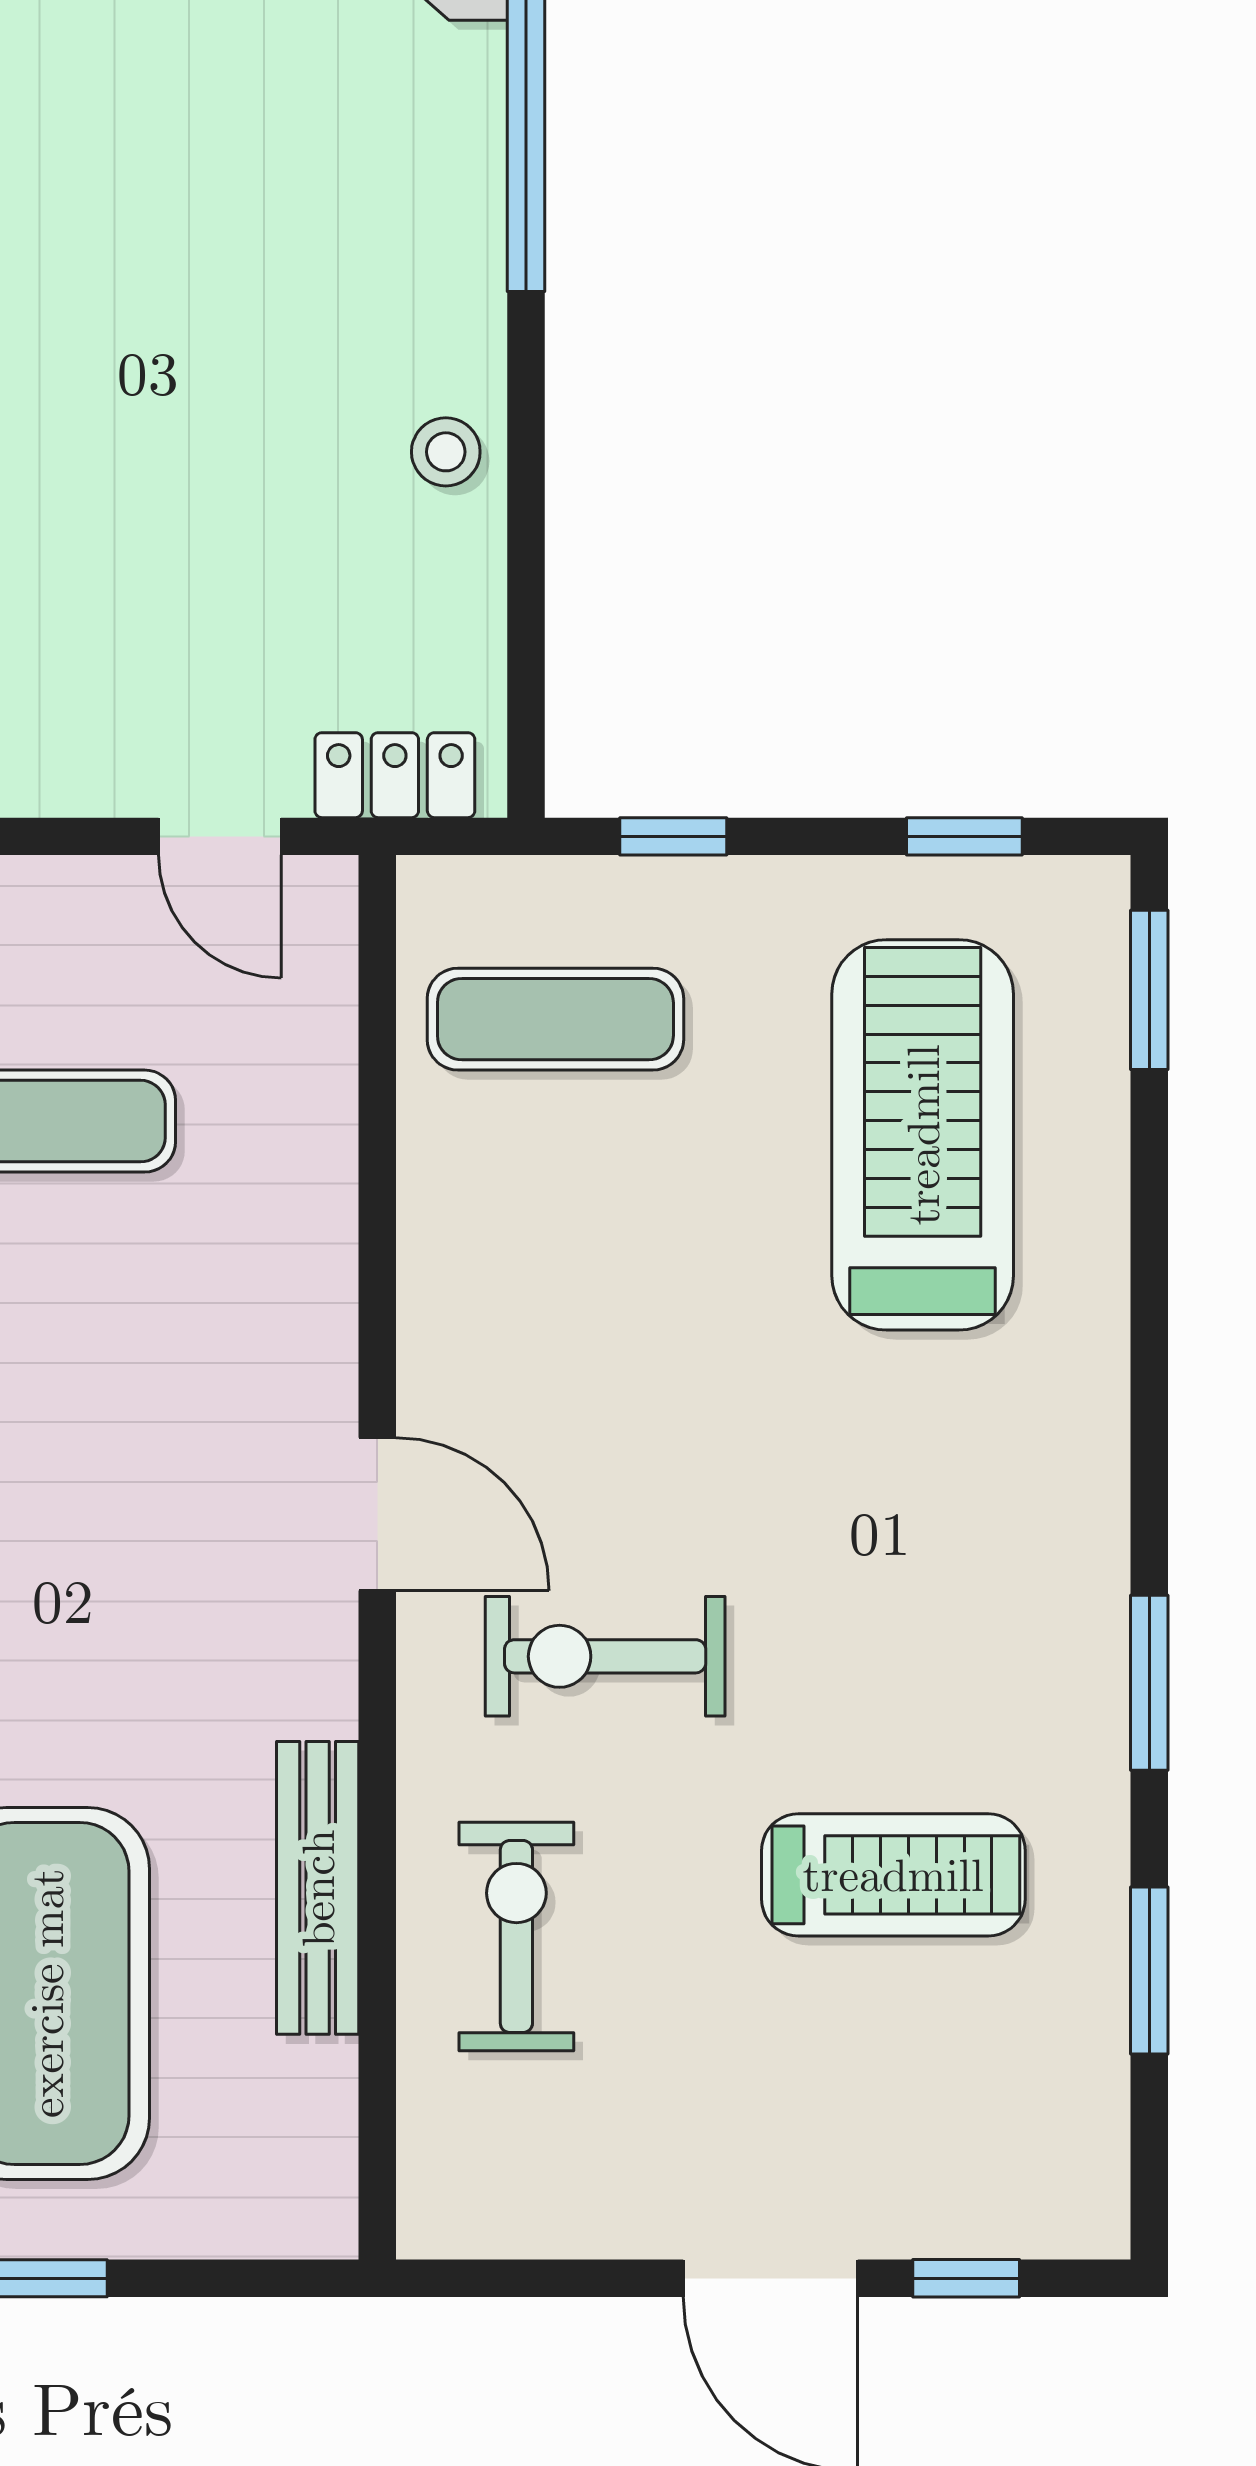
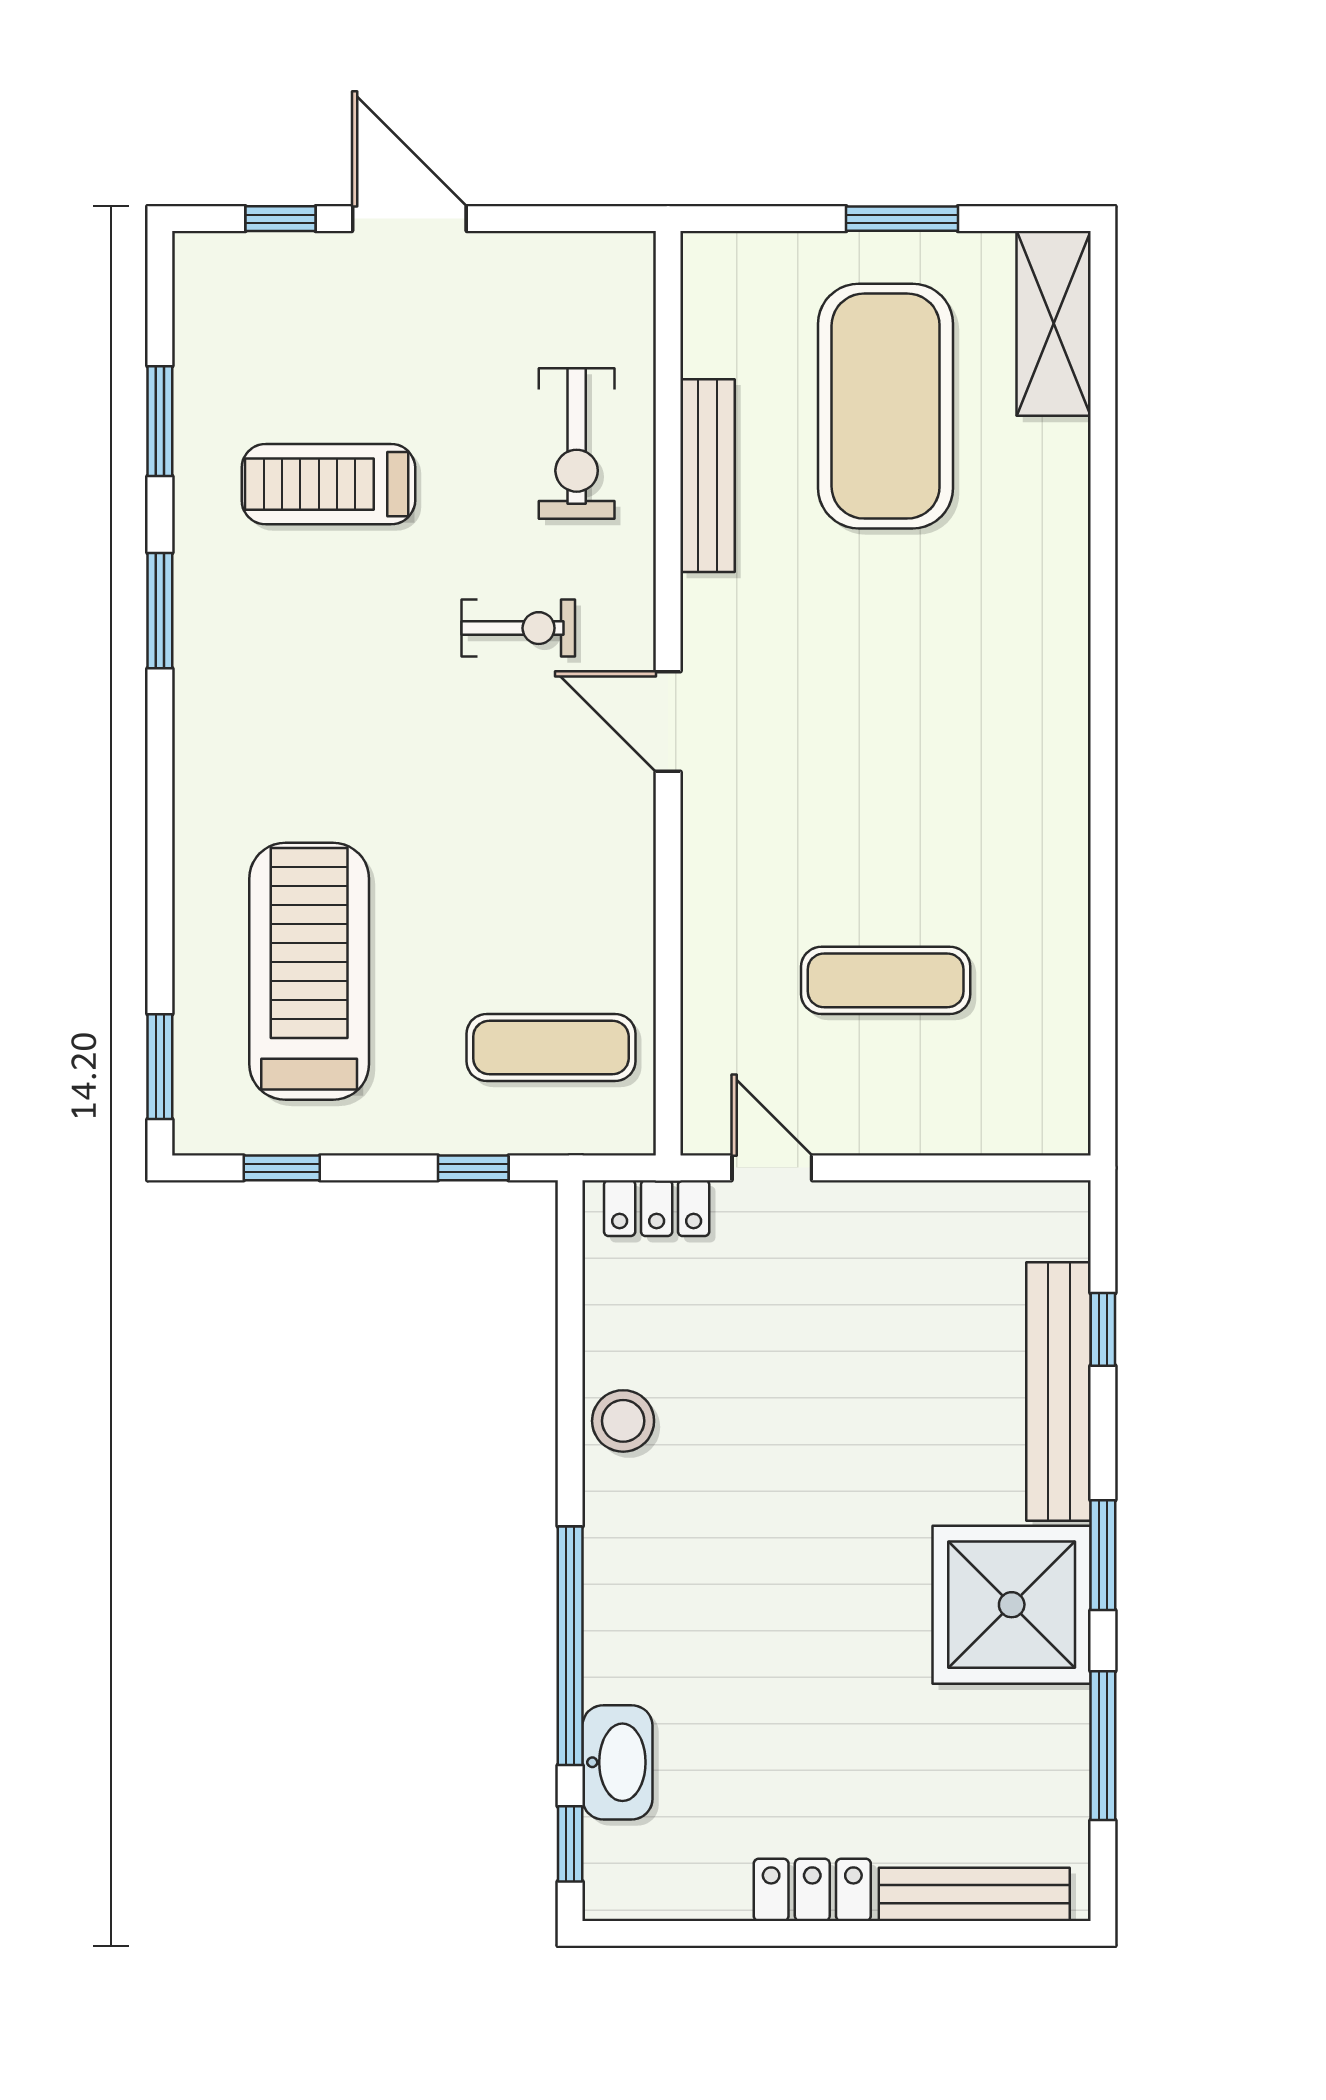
stool: (446, 452) -> (623, 1421), width x1.37, depth x1.37
treadmill: (923, 1135) -> (309, 971), turned 180
exercise bike: (605, 1656) -> (518, 628), width x0.73, depth x0.72

